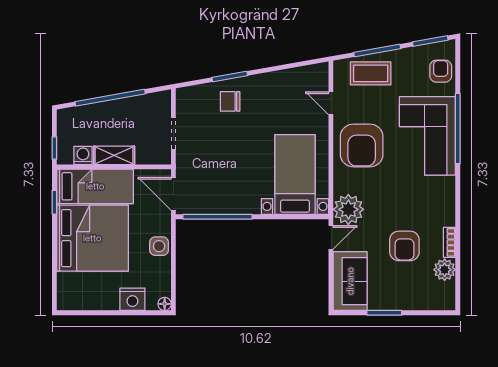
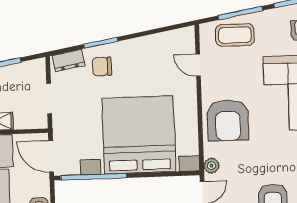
dresser: (195, 94) -> (69, 61), added
armchair: (362, 145) -> (228, 120), moved
bed with nightstands: (295, 175) -> (139, 135), width x1.85
plant: (348, 209) -> (212, 166), width x0.53, depth x0.53

